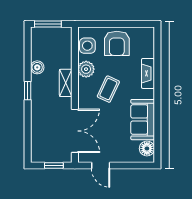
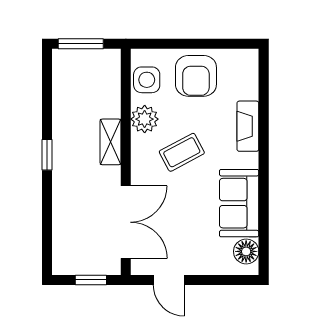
boiler: (37, 67) -> (63, 116), removed
coffee table: (108, 89) -> (182, 152), turned 37

